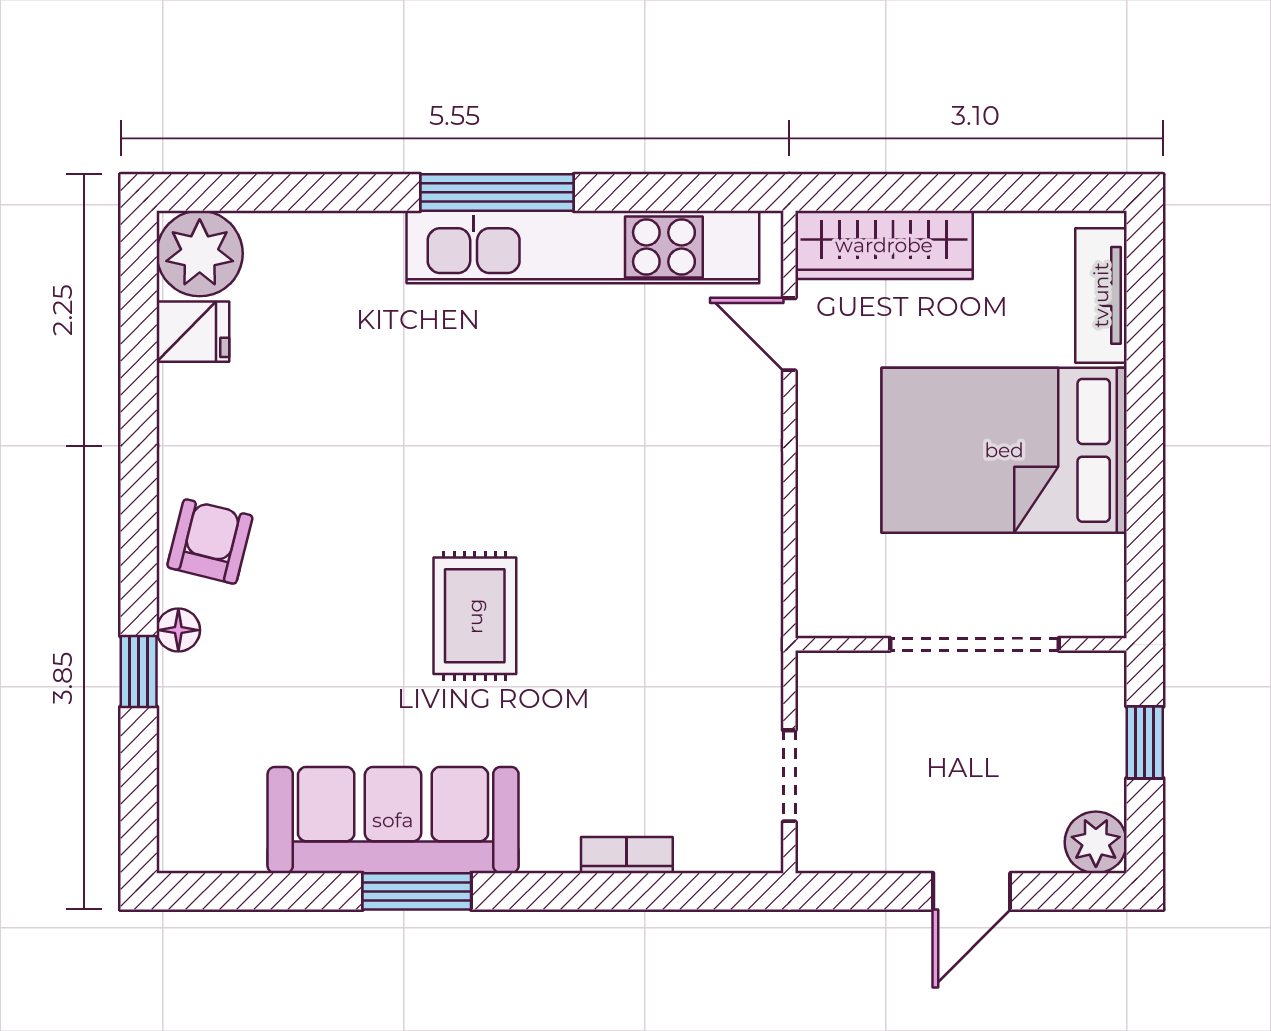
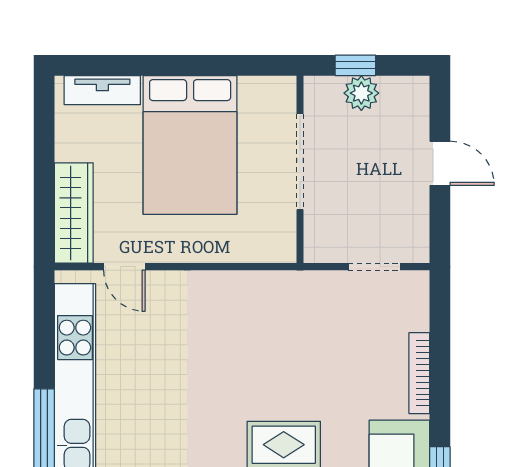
door: (789, 334) -> (124, 267), hinge flipped
plant: (1096, 842) -> (361, 93), moved
bookcase: (627, 855) -> (419, 373), width x1.56

